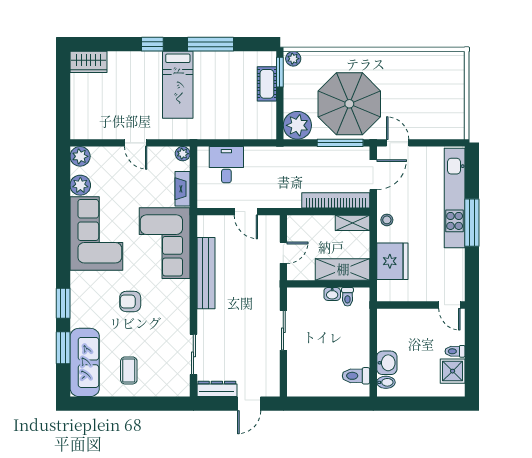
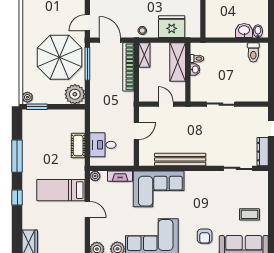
cot: (267, 84) -> (78, 146), moved, turned 90
bed: (178, 85) -> (61, 190), moved, turned 180
door: (136, 143) -> (87, 209), hinge flipped
armchair: (130, 301) -> (205, 236), moved

